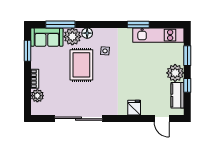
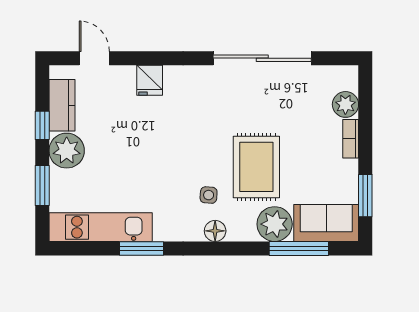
floor lamp: (87, 33) -> (215, 231), moved

